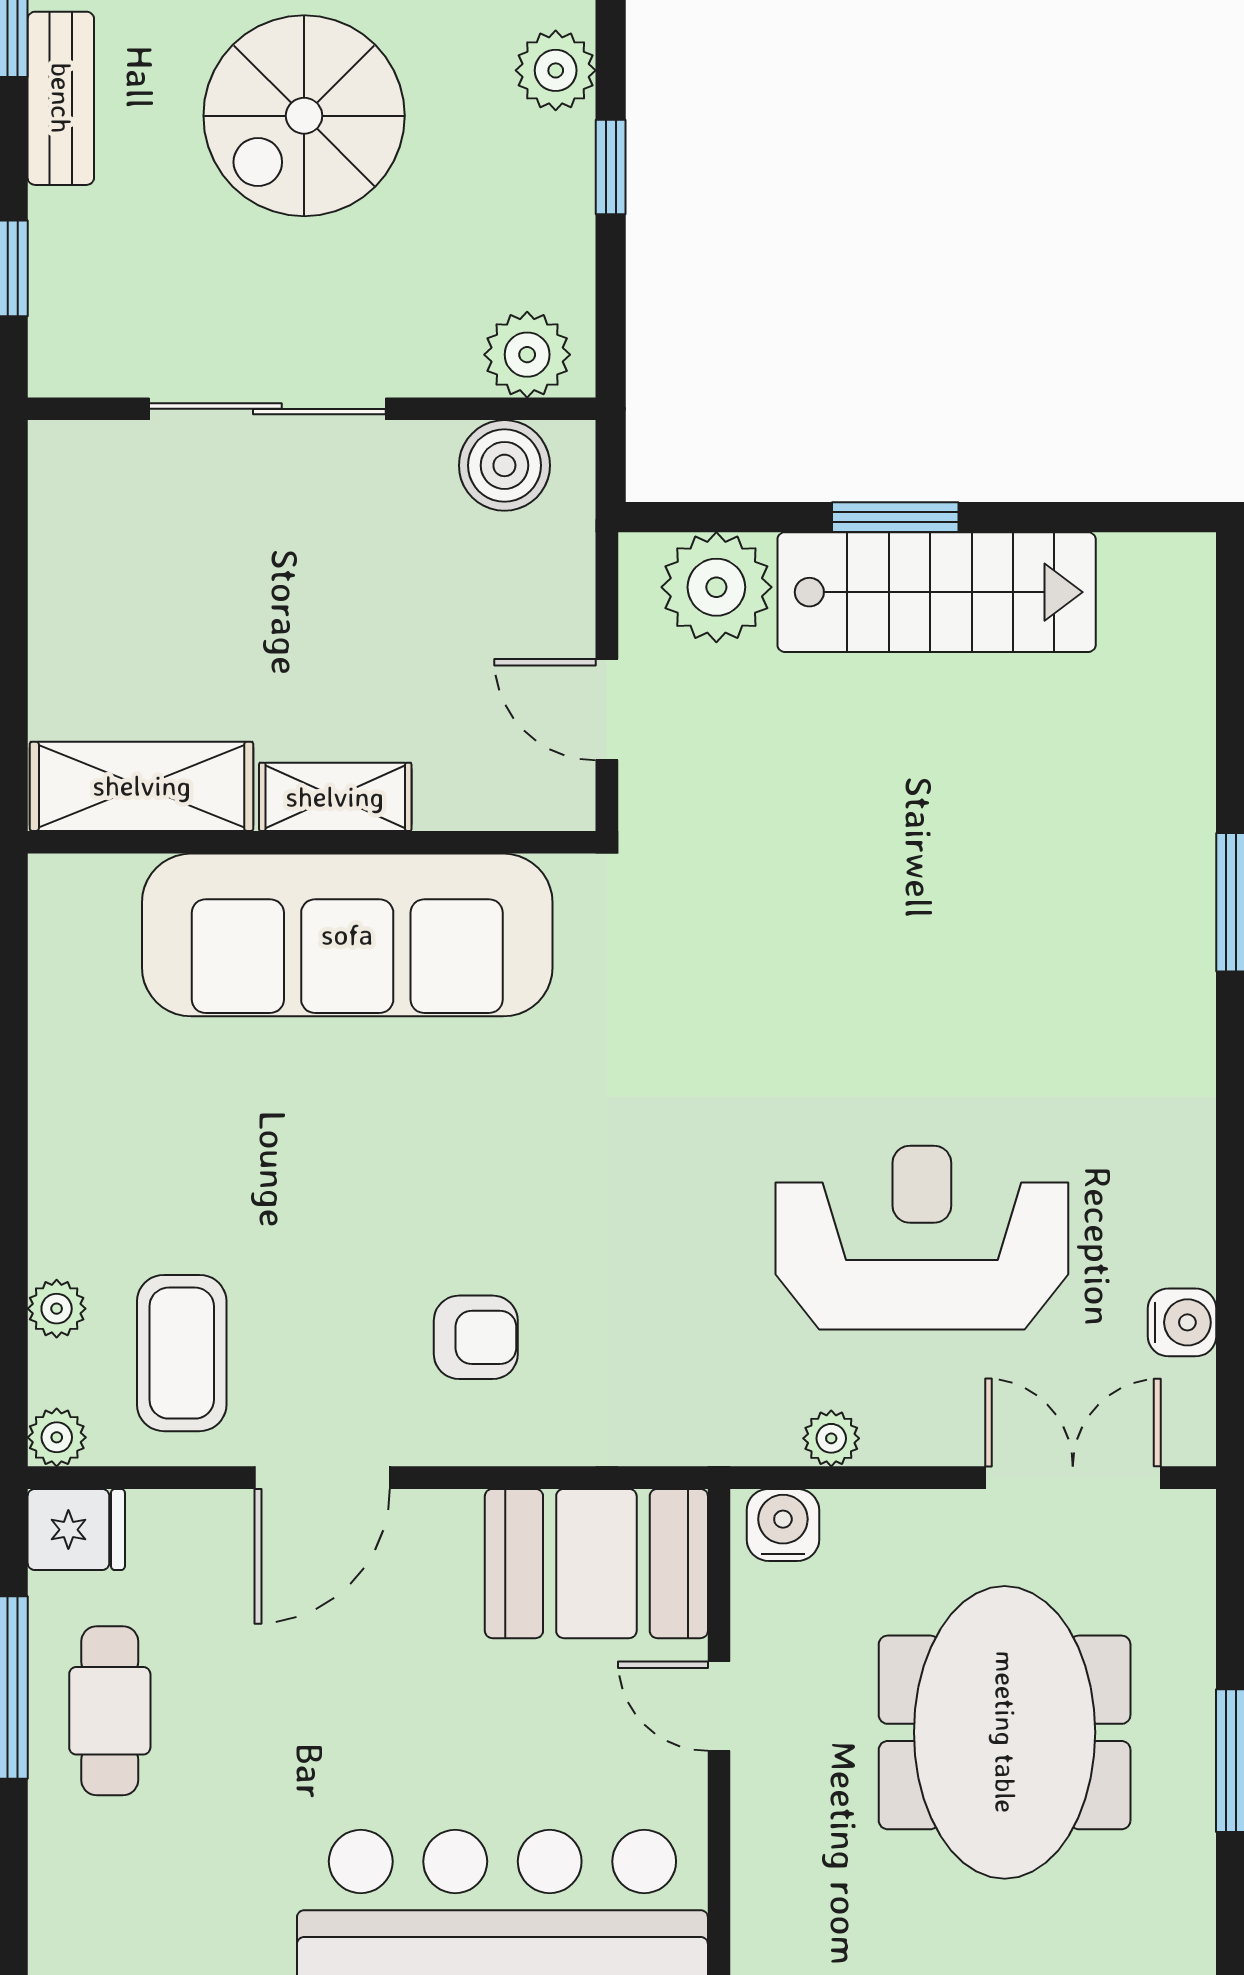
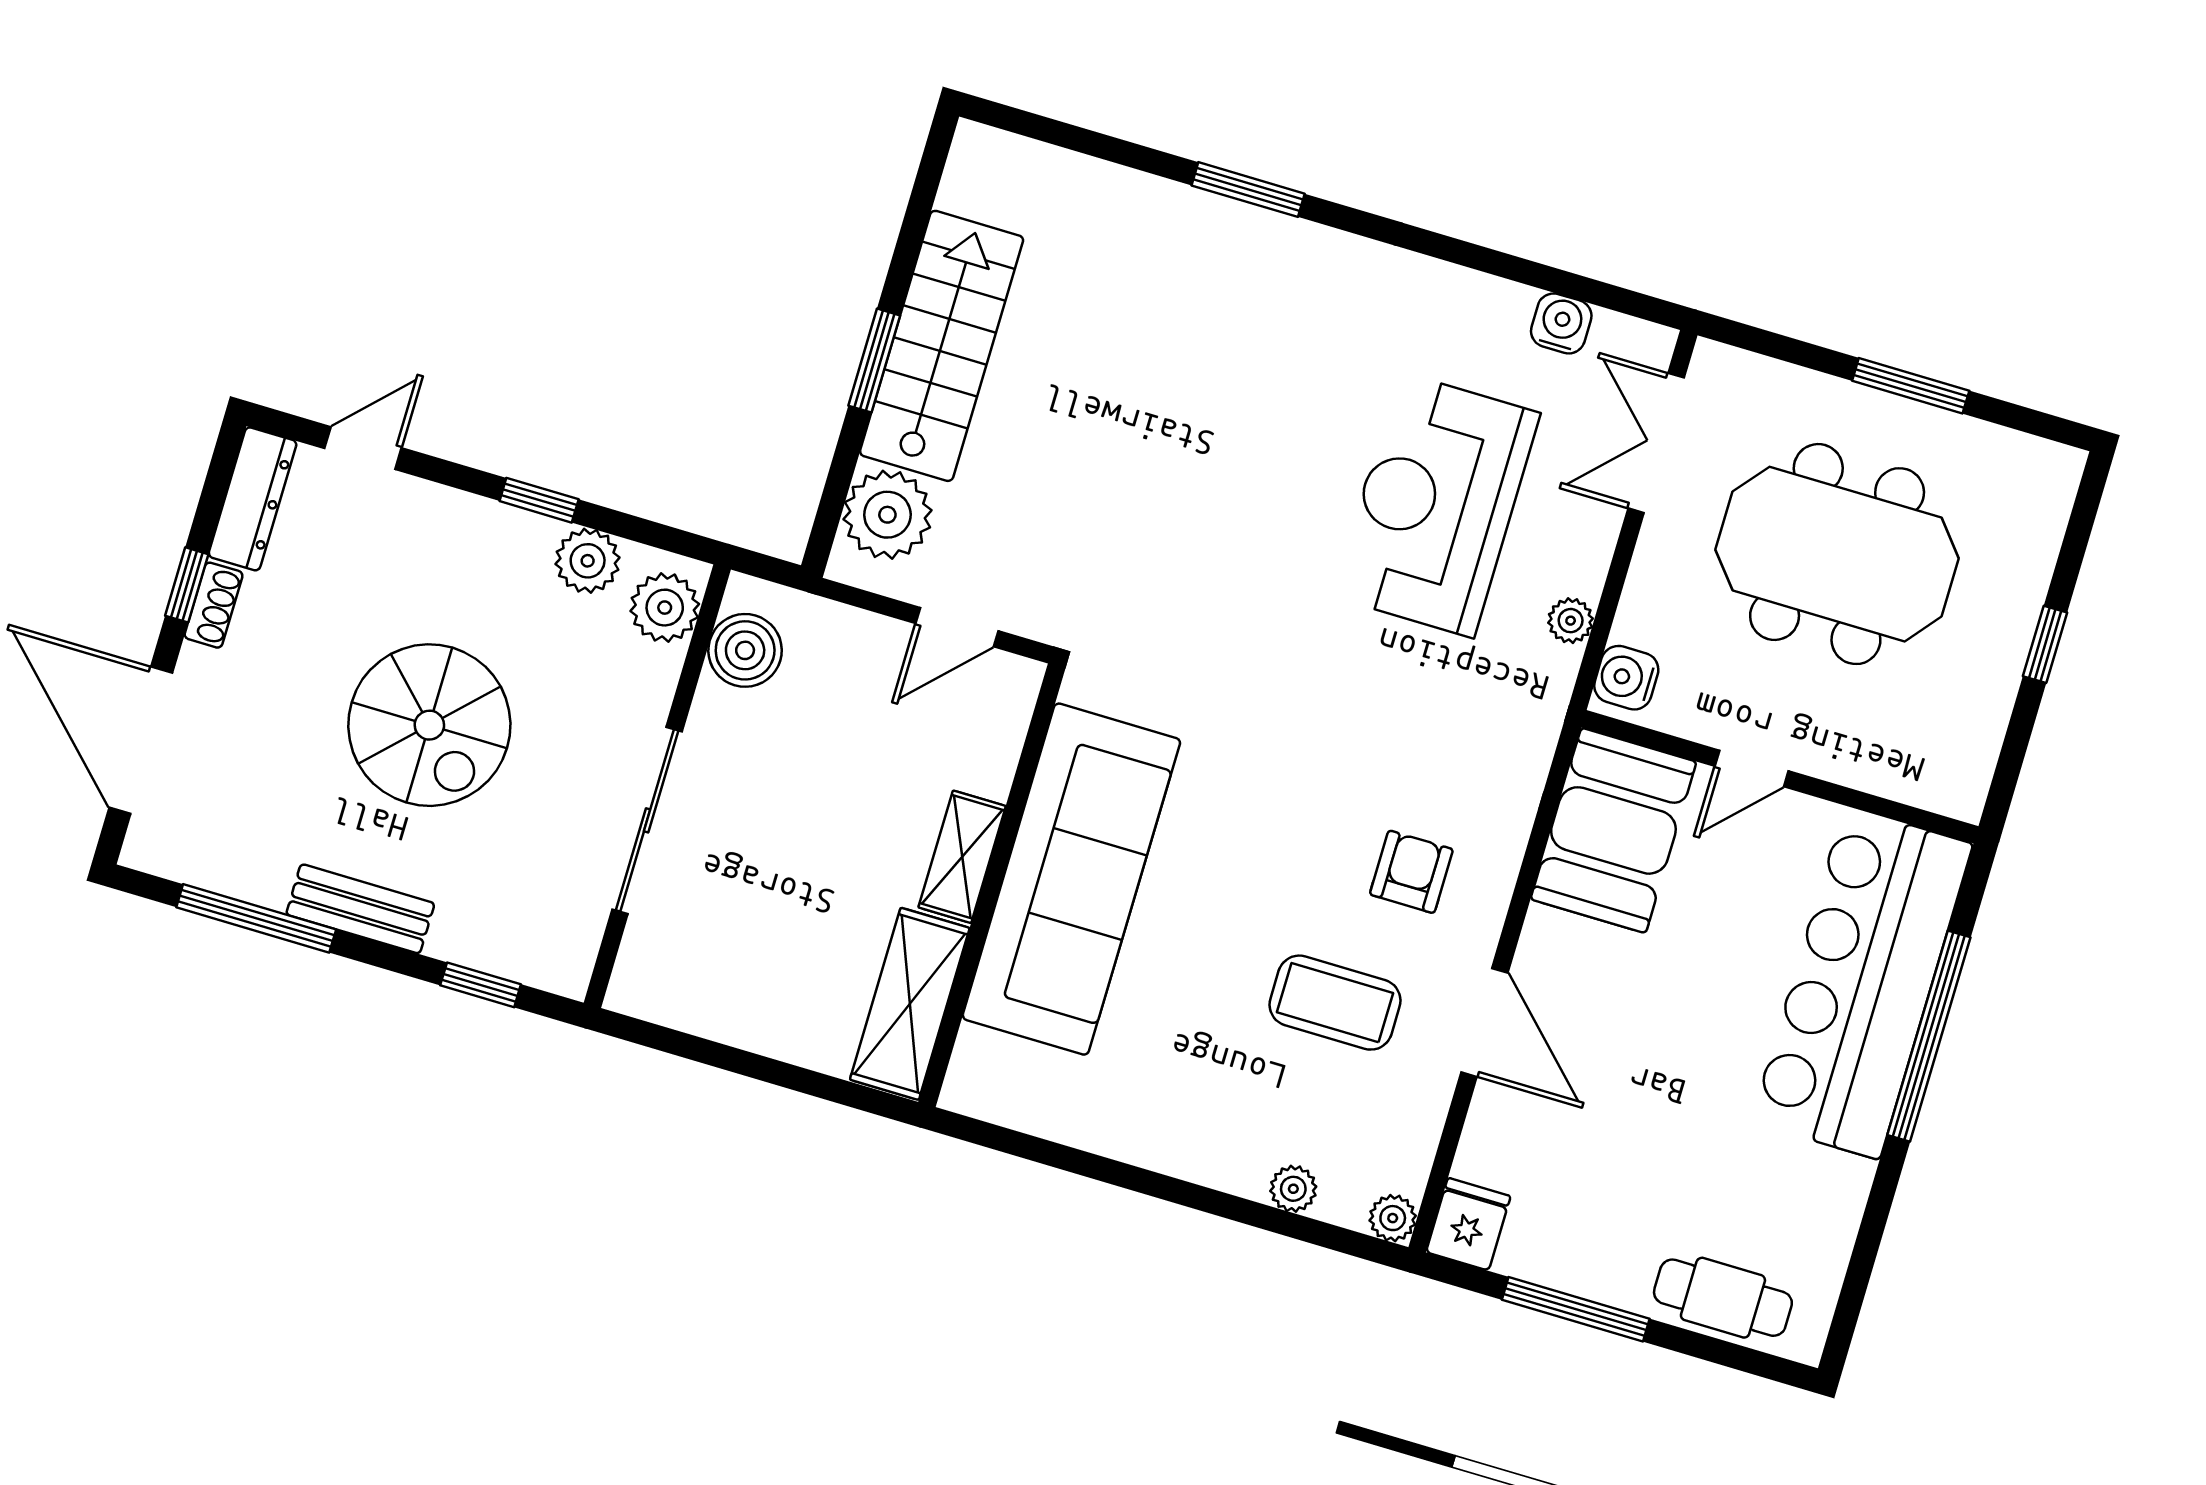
plant: (556, 70) -> (588, 561), moved
coffee table: (182, 1353) -> (1335, 1003), moved
cafe table: (110, 1711) -> (1723, 1298), moved

